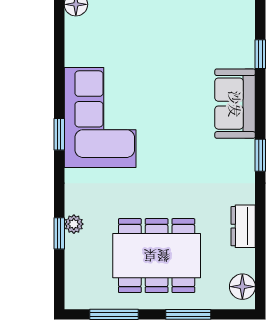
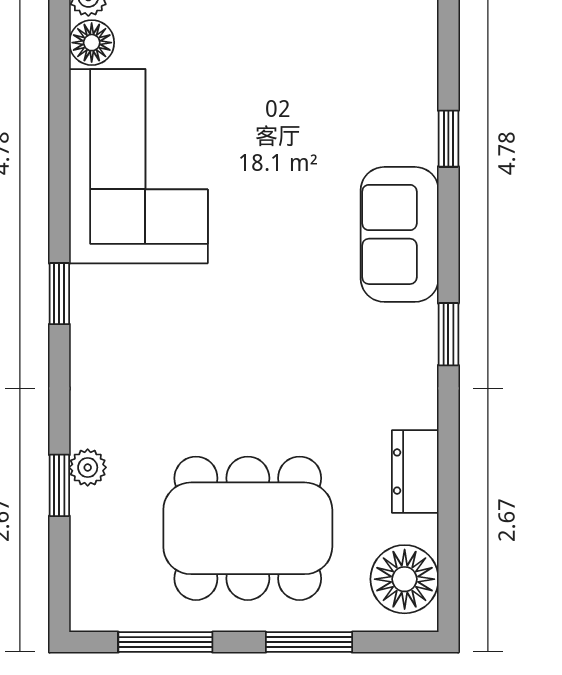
corner sofa: (100, 117) -> (139, 166), moved
floor lamp: (242, 287) -> (405, 579), width x1.38, depth x1.38

